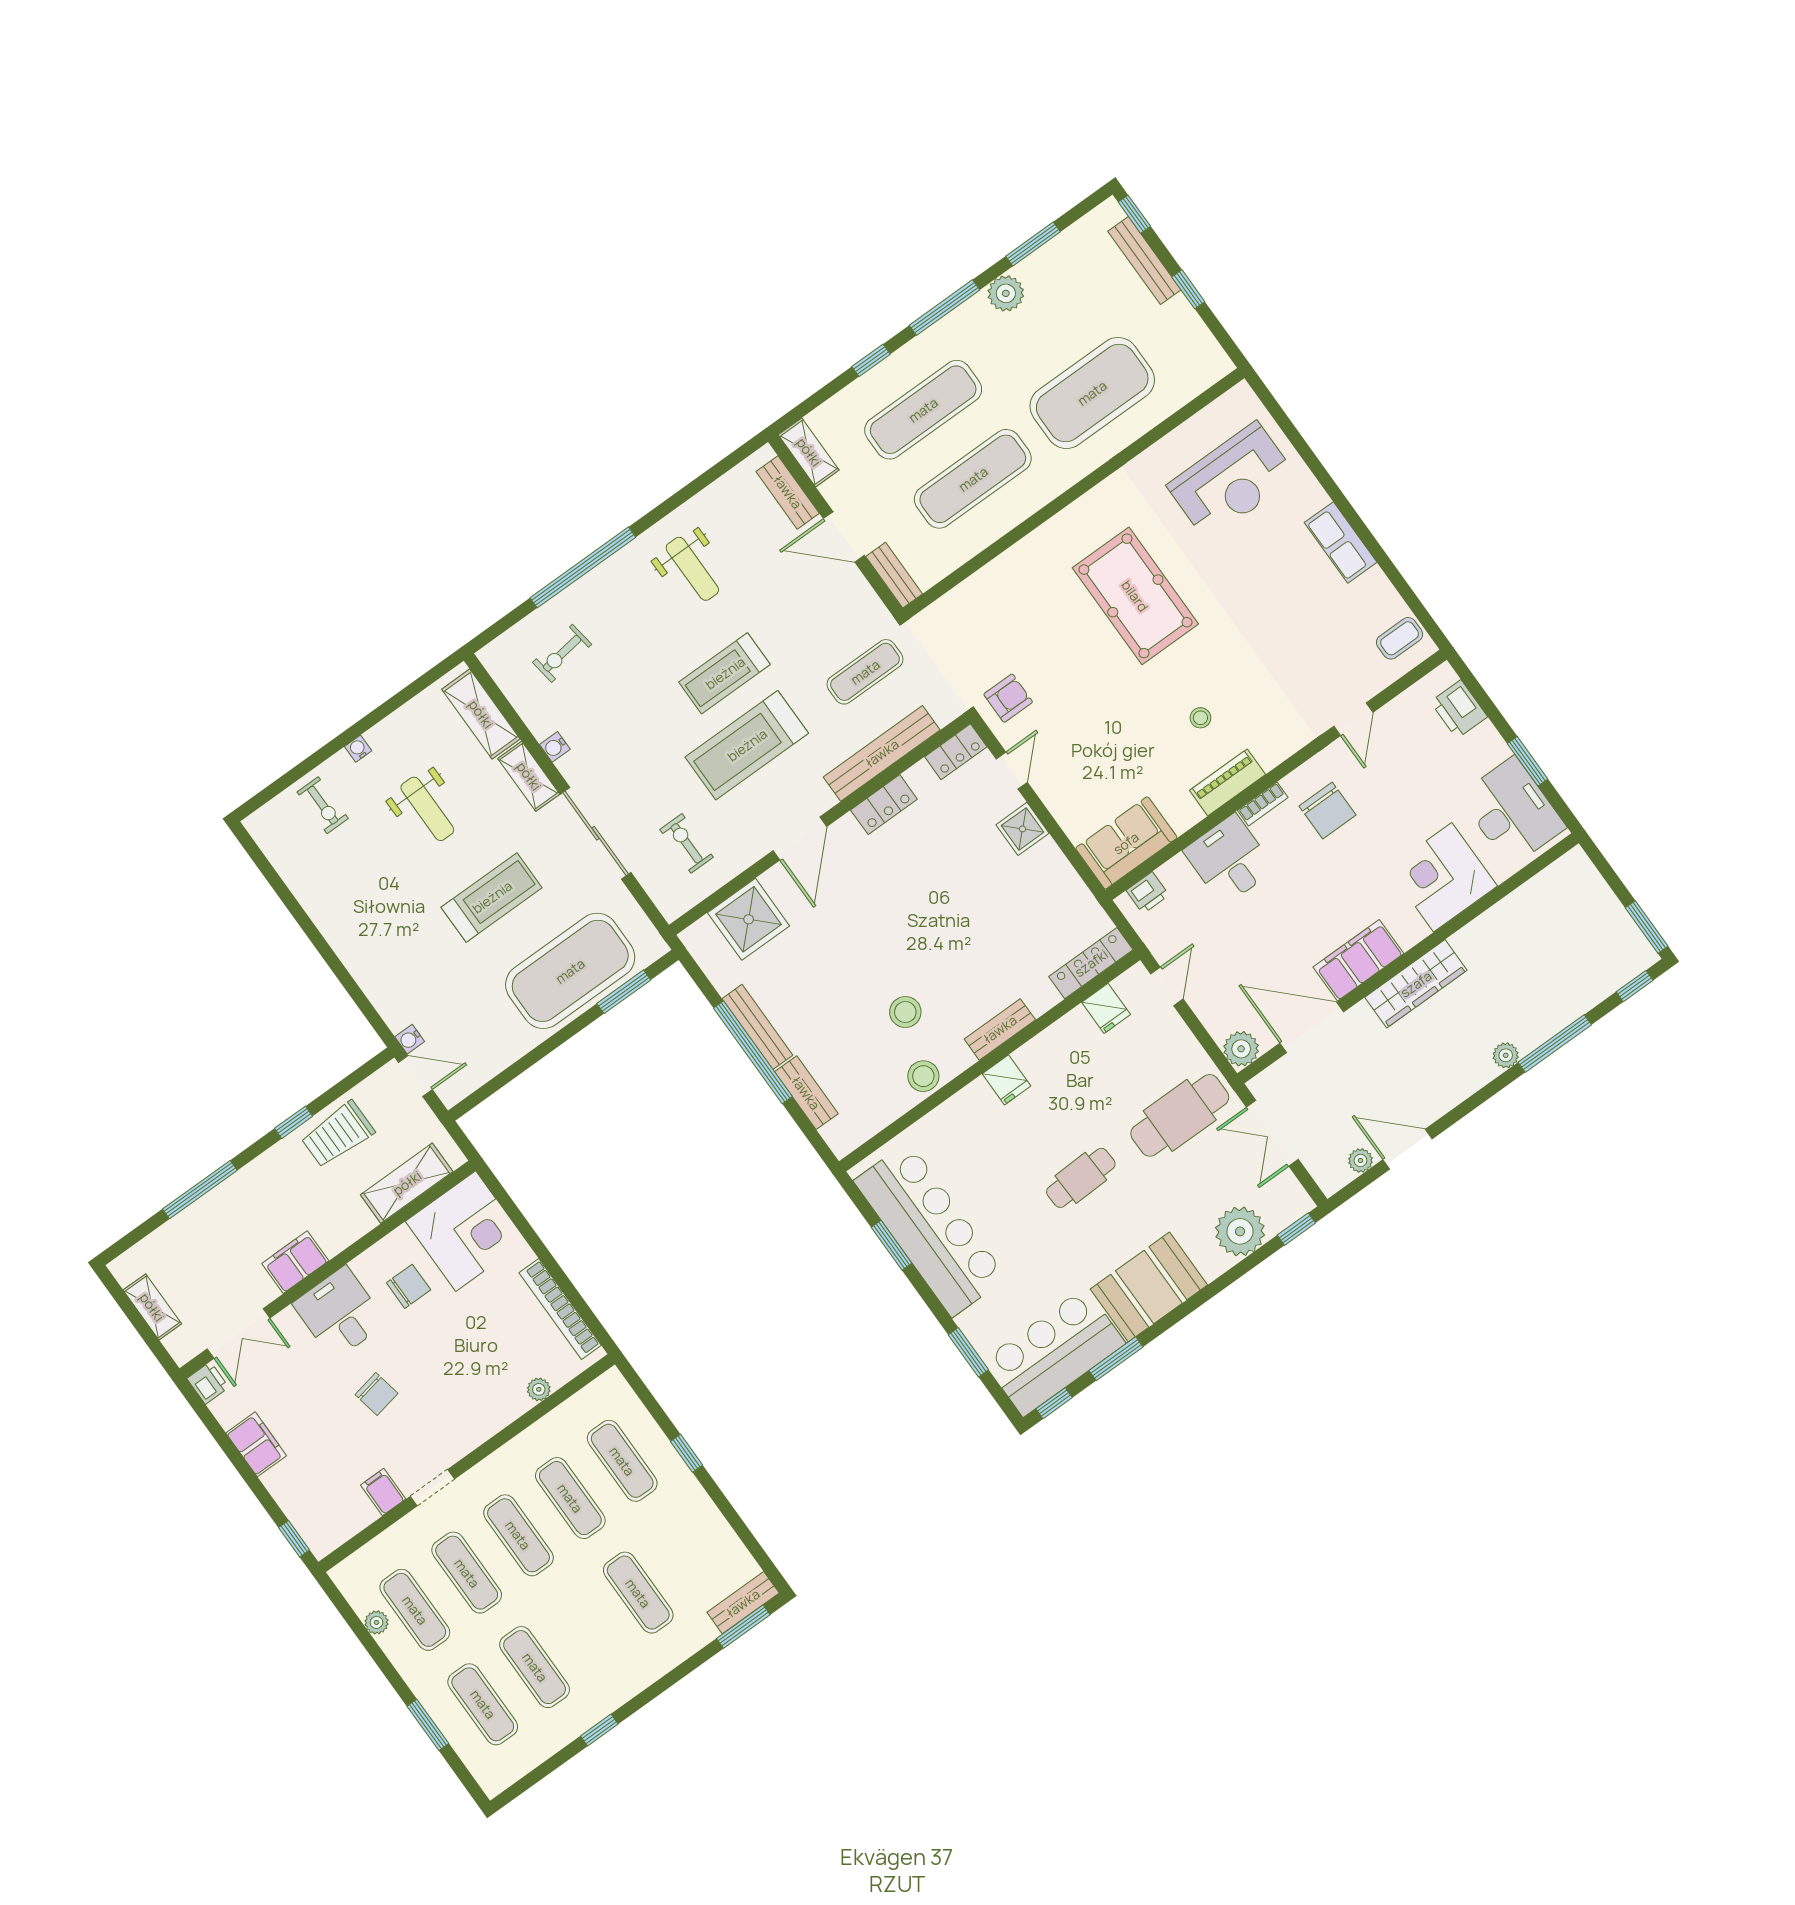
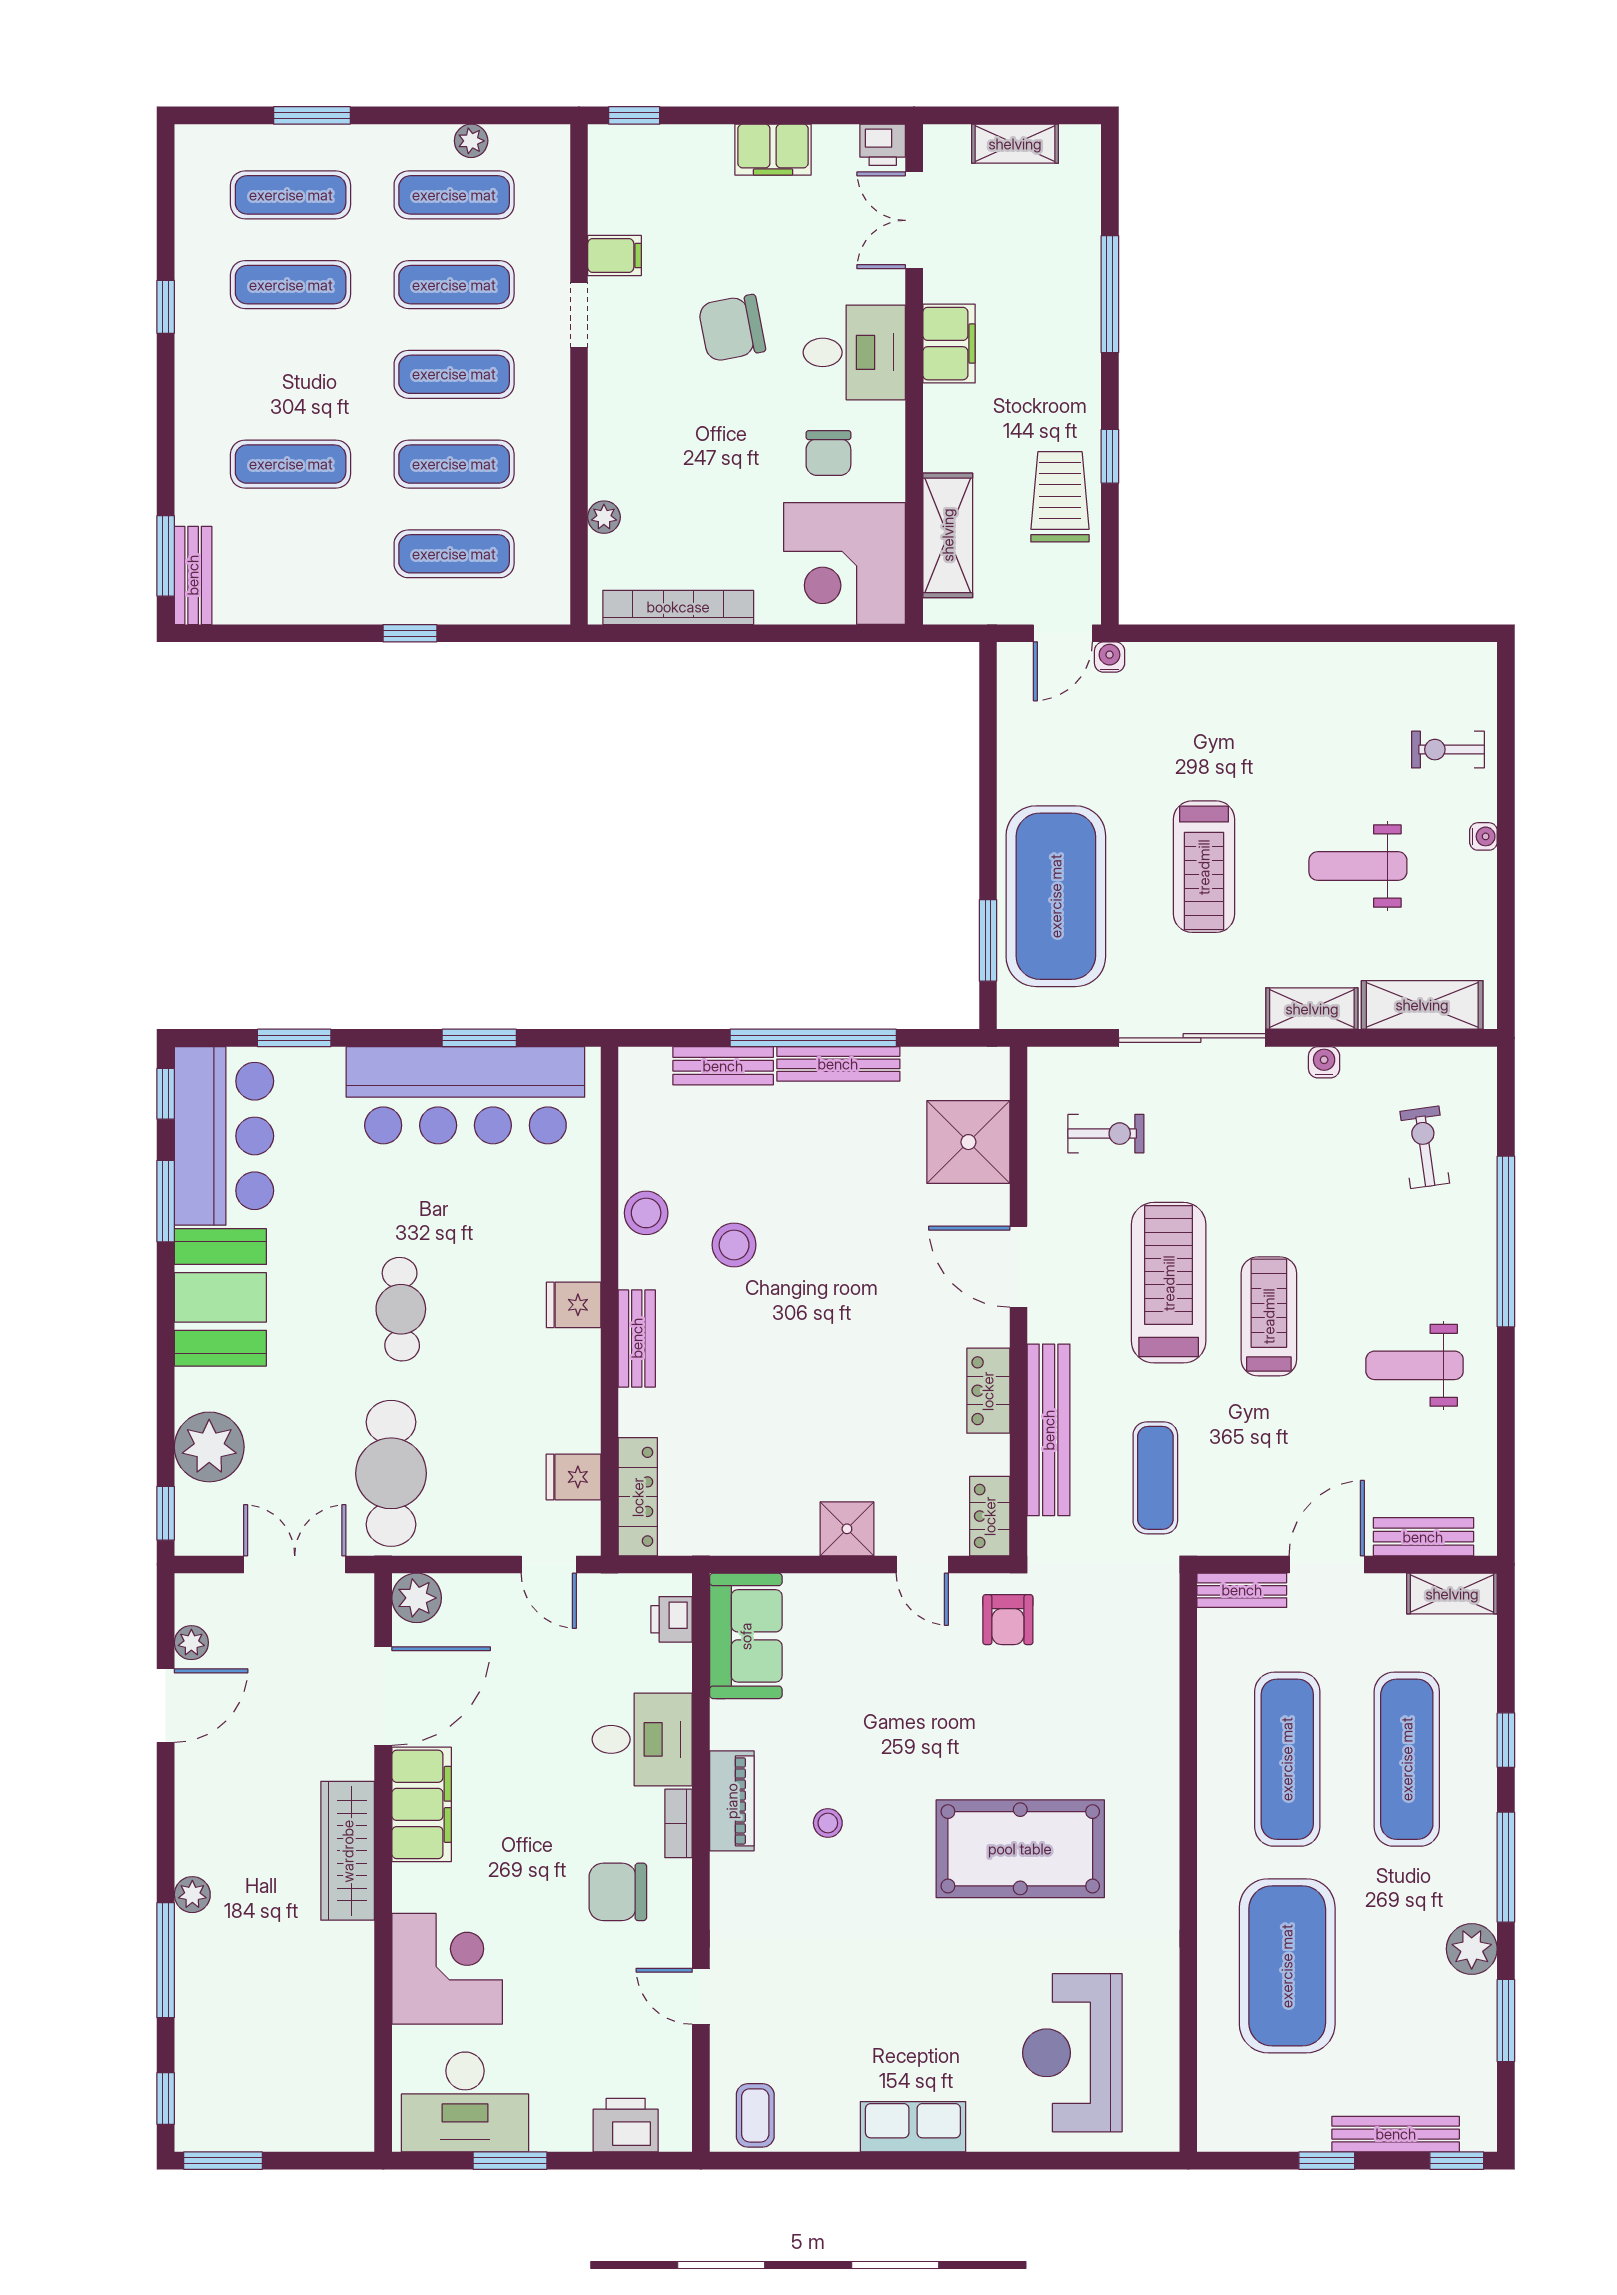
chair: (376, 1394) -> (732, 328), width x1.37, depth x1.37

